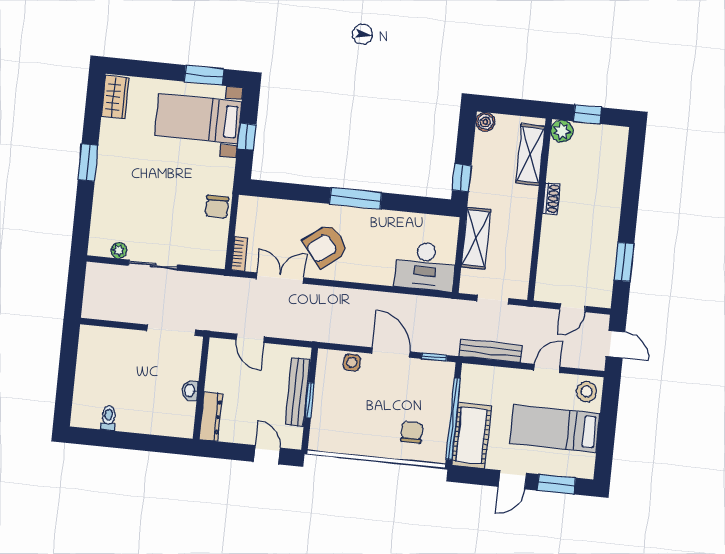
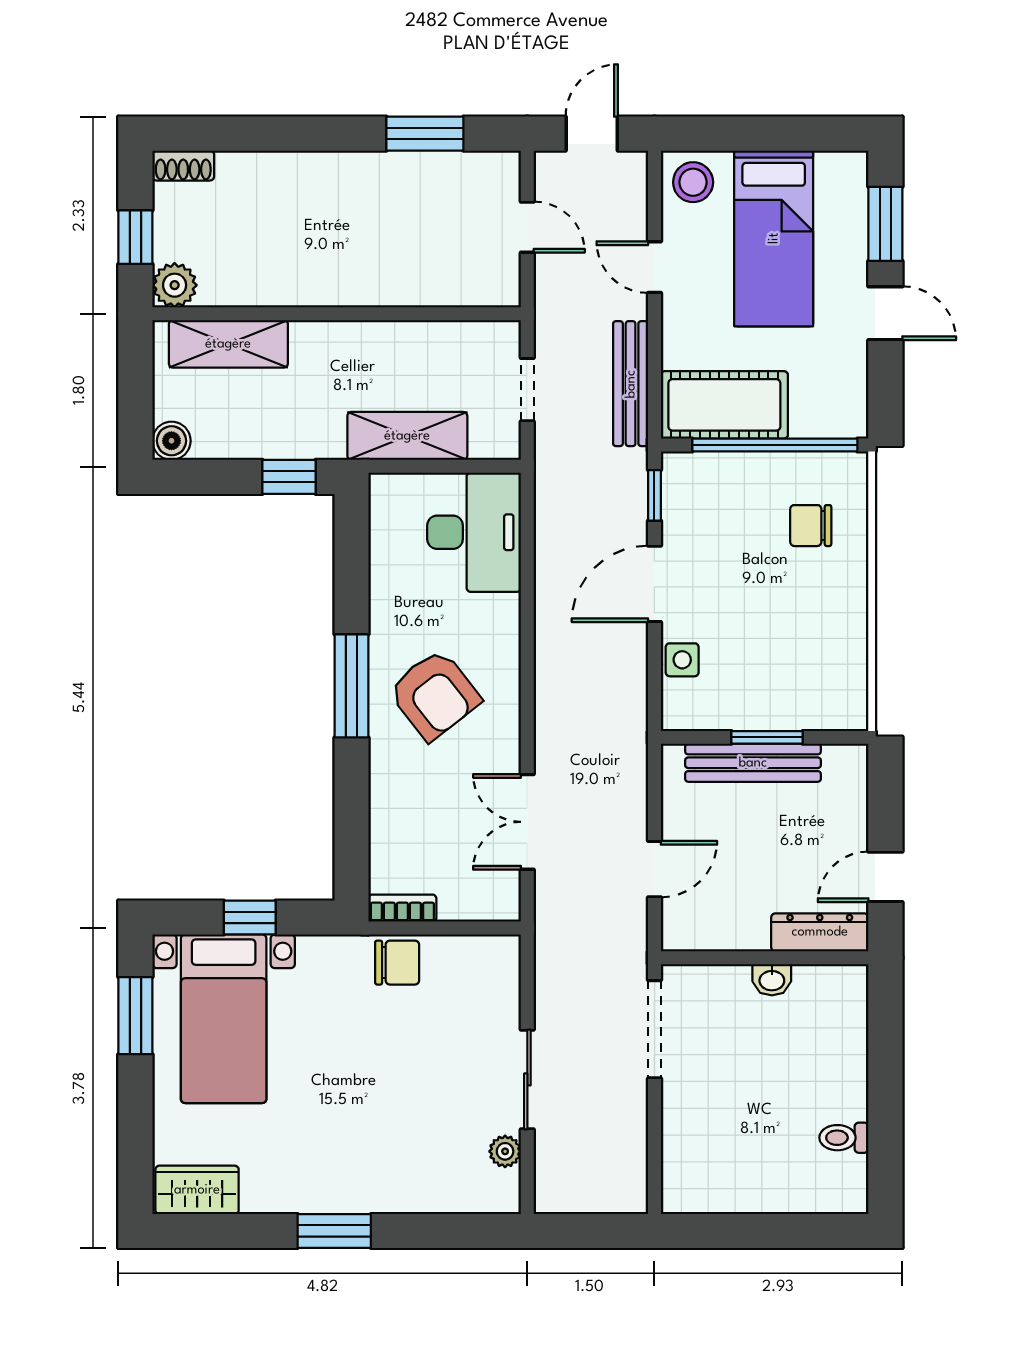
shoe rack: (551, 199) -> (183, 166), moved, turned 180
armchair: (326, 246) -> (434, 695), moved
bookcase: (239, 254) -> (402, 908), moved
cot: (471, 436) -> (724, 405), moved
door: (267, 455) -> (885, 877), moved

